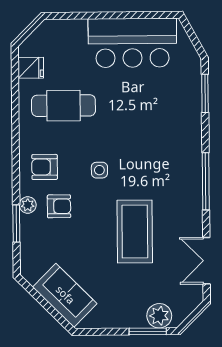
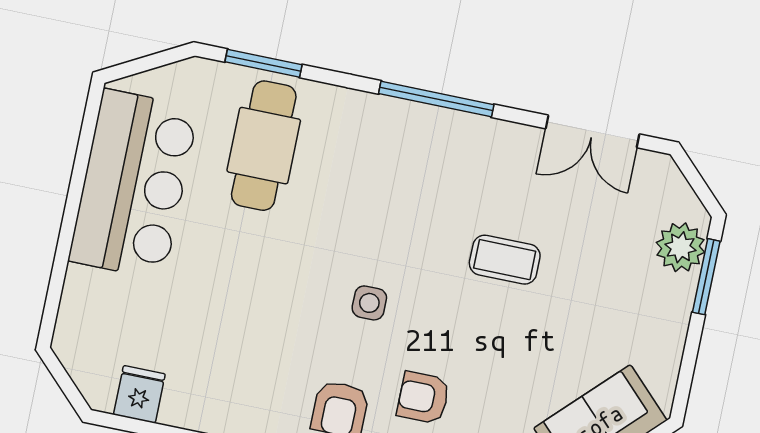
cafe table: (63, 106) -> (264, 146), moved
armchair: (59, 206) -> (423, 398), turned -90
coffee table: (135, 231) -> (505, 260), width x0.54, depth x0.58

